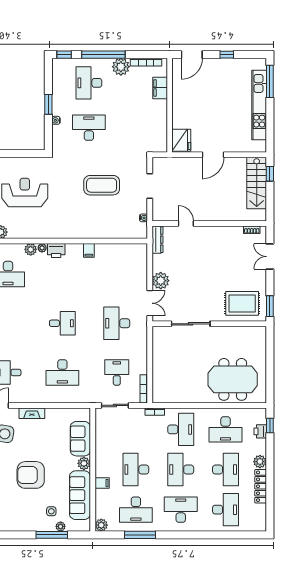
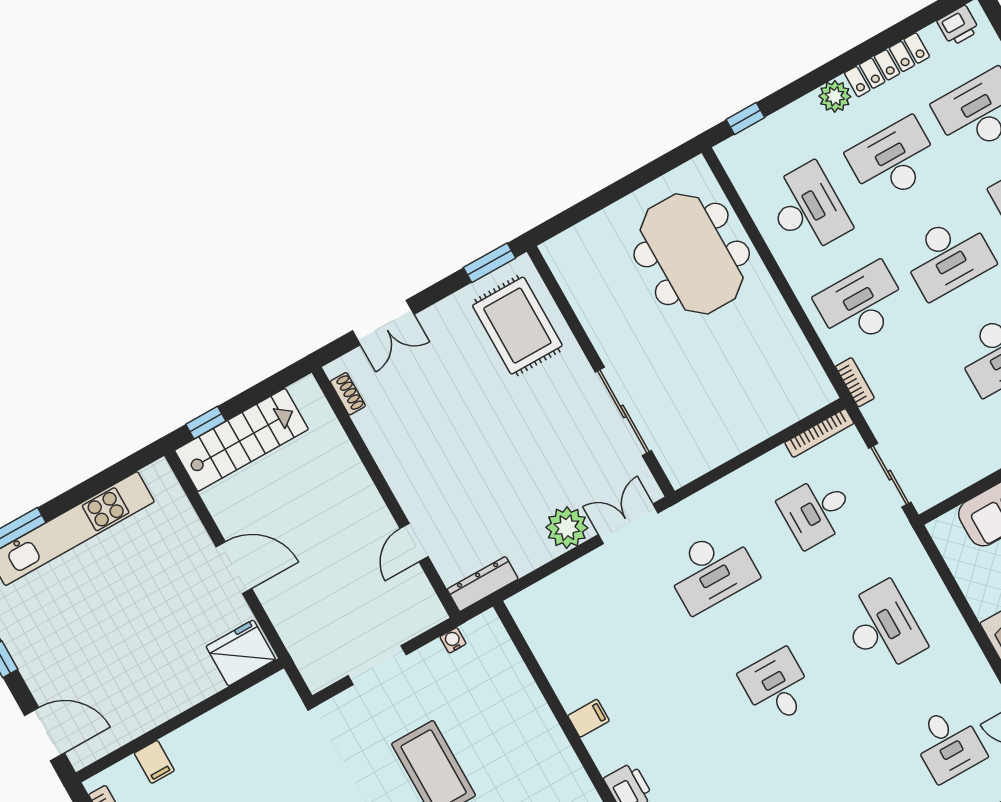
filing cabinet: (160, 88) -> (154, 762), width x0.50
printer: (260, 431) -> (958, 26), moved

